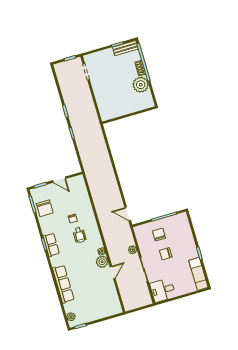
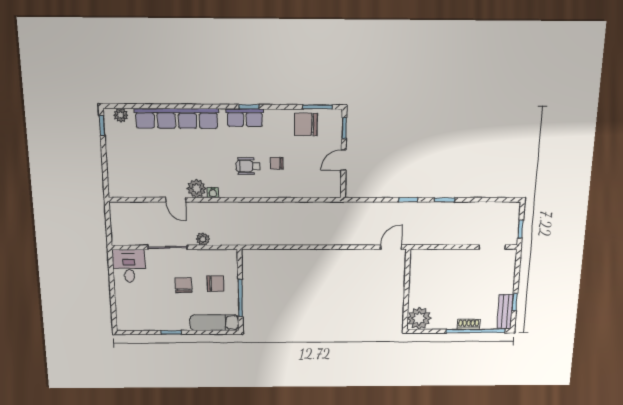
plant: (141, 85) -> (419, 318), moved
door: (128, 214) -> (391, 247), moved
exam couch: (198, 274) -> (214, 323), moved
row of seats: (63, 284) -> (177, 118), width x1.36

